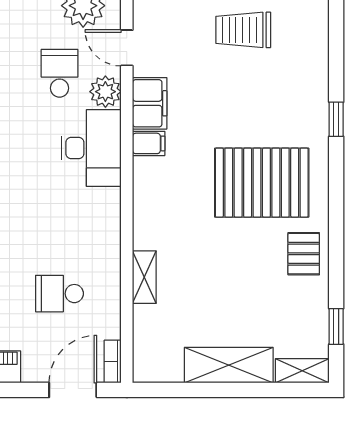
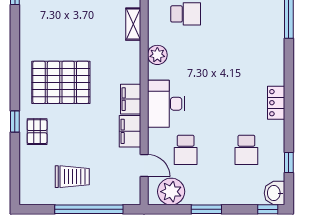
plant: (105, 92) -> (157, 55), moved
filing cabinet: (149, 143) -> (131, 99), width x2.00
pallet: (304, 254) -> (37, 132), moved

